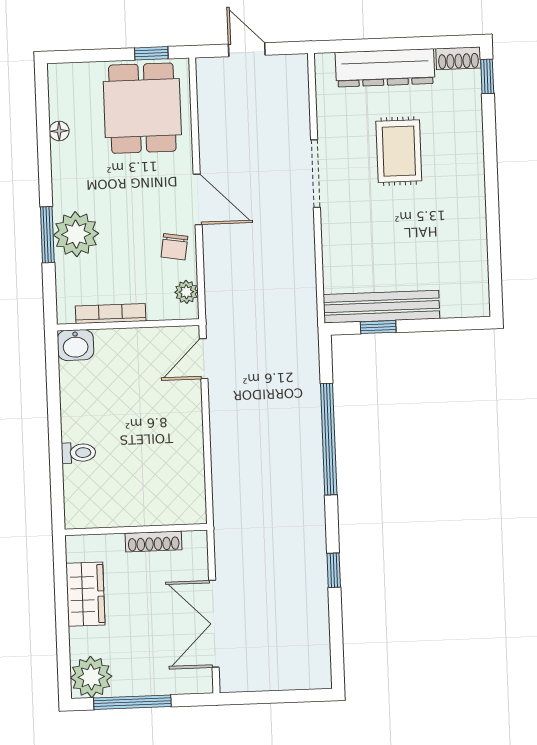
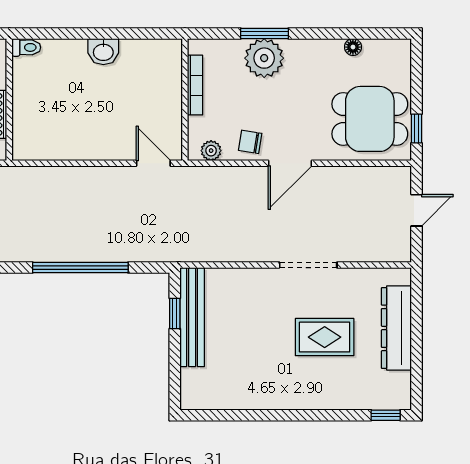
shoe rack: (458, 58) -> (402, 391), removed
washbasin: (75, 345) -> (103, 52), moved, turned -90
toilet: (78, 453) -> (26, 47), moved, turned -90

